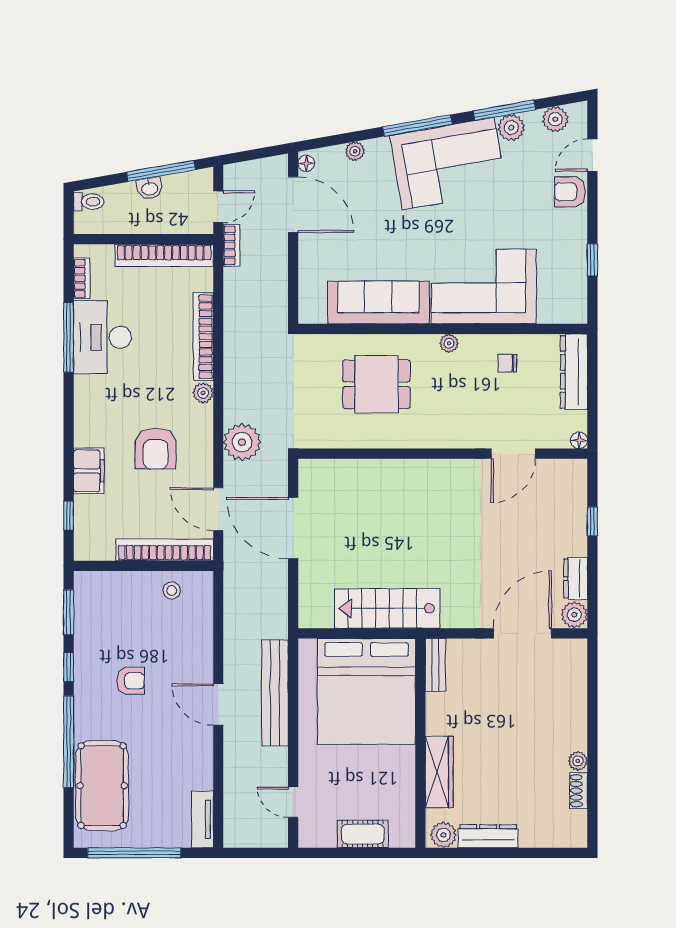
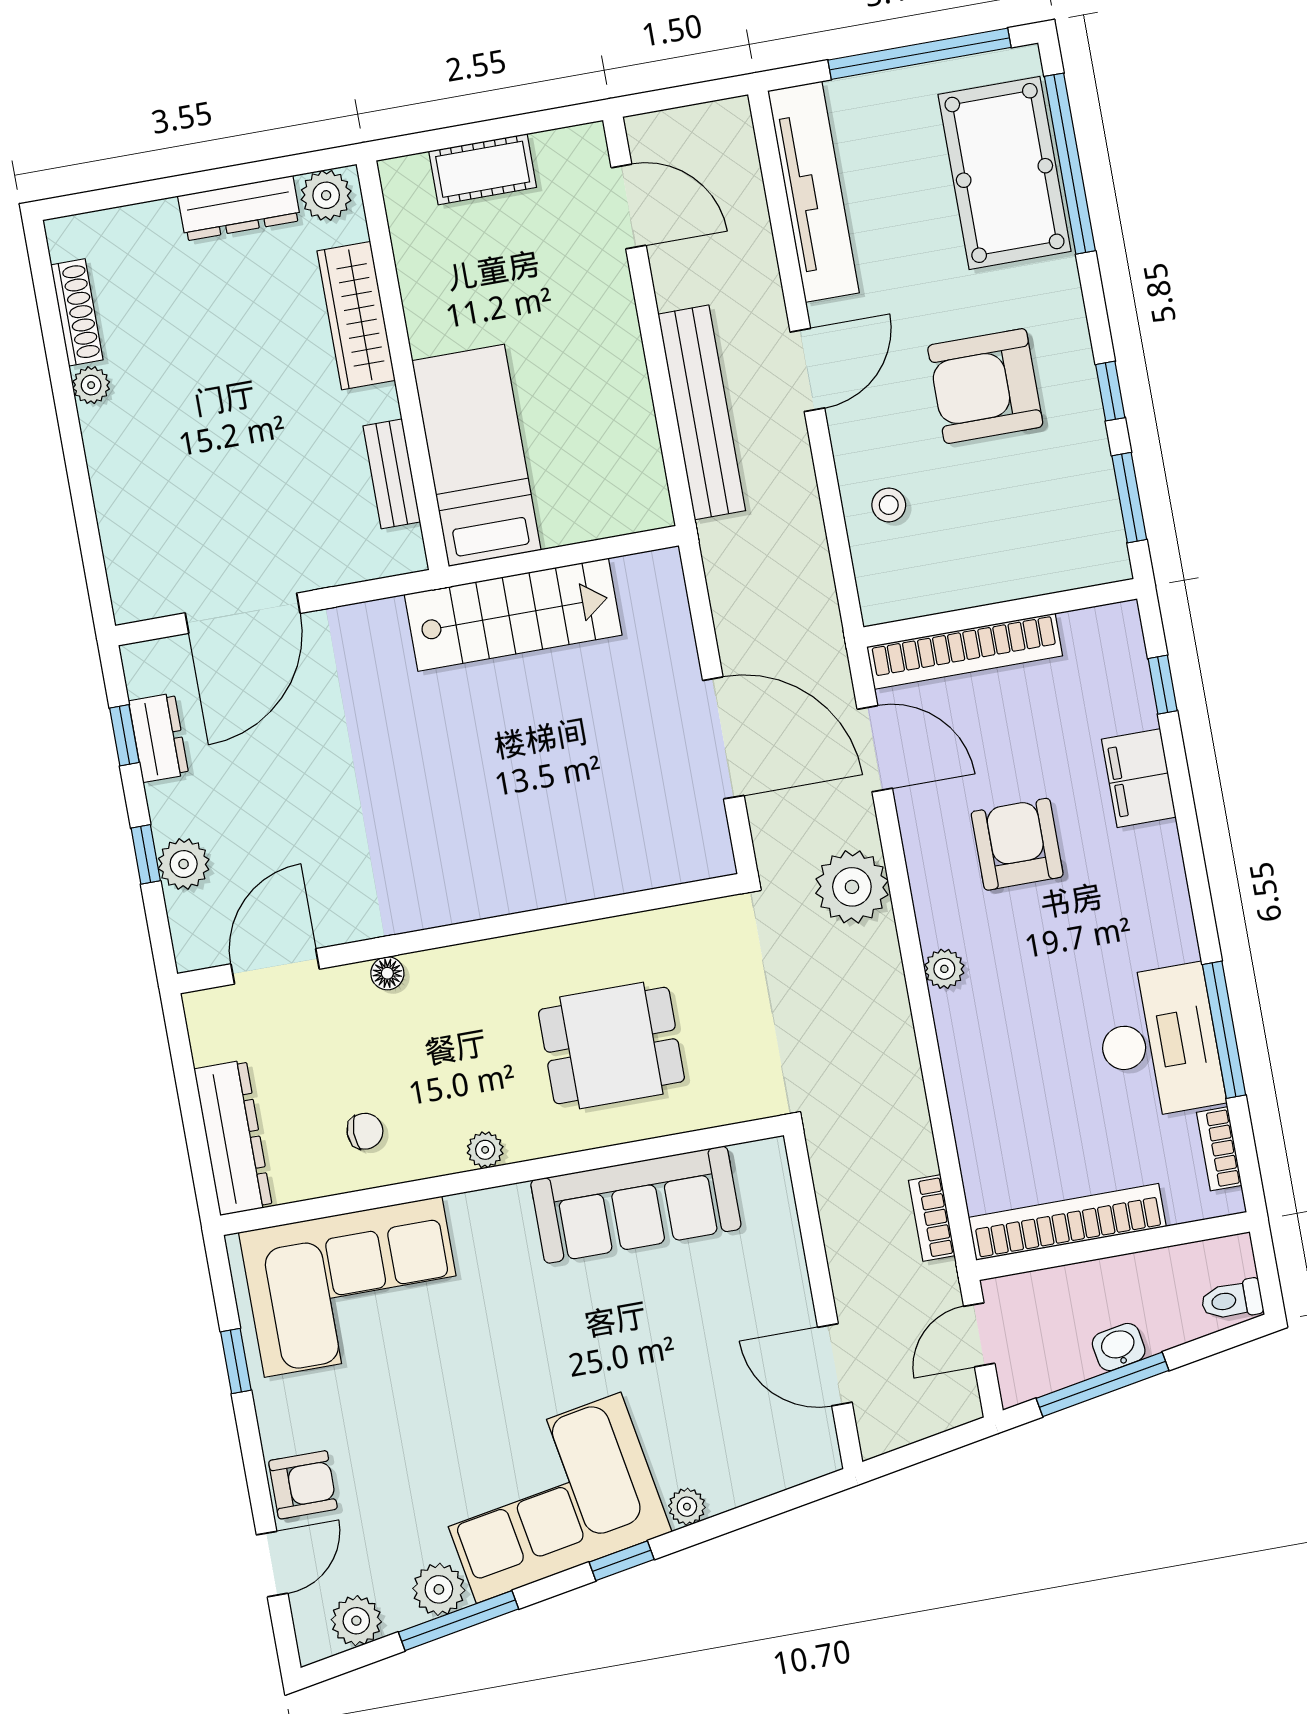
window: (417, 126) -> (622, 1561), width x0.46
plant: (355, 151) -> (687, 1507), moved
floor lamp: (306, 163) -> (824, 1449), removed
door: (293, 205) -> (835, 1365), width x0.73
bookcase: (232, 245) -> (932, 1218), moved
corner sofa: (484, 287) -> (353, 1287), moved
bookcase: (203, 337) -> (963, 1078), removed
floor lamp: (579, 440) -> (387, 973), moved
door: (513, 454) -> (275, 966), moved
window: (592, 583) -> (124, 735), added
stool: (172, 590) -> (889, 505), moved
plant: (574, 615) -> (184, 864), moved
bench: (435, 665) -> (392, 474), moved
armchair: (131, 681) -> (985, 386), width x1.88, depth x1.88
bed: (366, 691) -> (476, 455), width x0.49
door: (218, 705) -> (807, 370), hinge flipped
window: (69, 742) -> (1070, 164), moved
shoe rack: (579, 791) -> (77, 312), width x1.43
door: (293, 802) -> (629, 207), width x1.38
tv unit: (202, 819) -> (814, 192), width x1.92, depth x1.29

